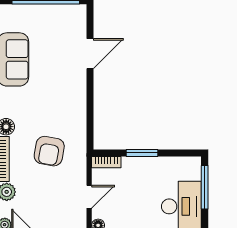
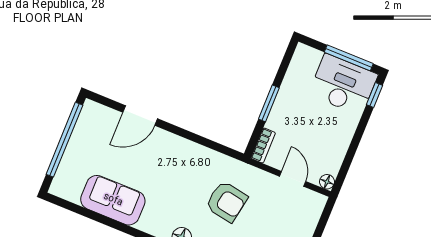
door: (90, 54) -> (140, 116), swing flipped
window: (205, 187) -> (349, 58), moved

